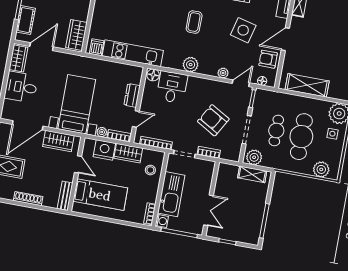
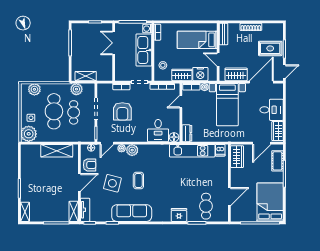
coffee table: (194, 22) -> (138, 181), moved
plant: (191, 65) -> (132, 150), moved
dresser: (132, 95) -> (187, 133), moved
armchair: (213, 120) -> (122, 111), turned 60
plant: (254, 157) -> (76, 89), moved

